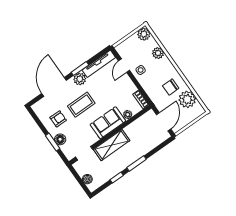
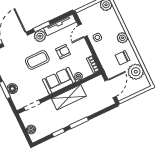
plant: (158, 53) -> (122, 38), moved
armchair: (58, 119) -> (63, 52), moved
shelving: (112, 145) -> (69, 97), moved

